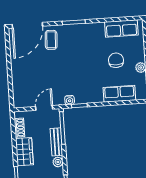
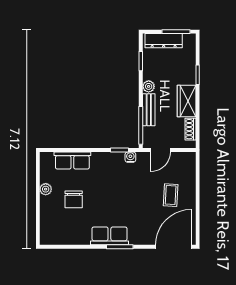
row of seats: (121, 28) -> (109, 236), moved
coffee table: (51, 40) -> (171, 195), moved

